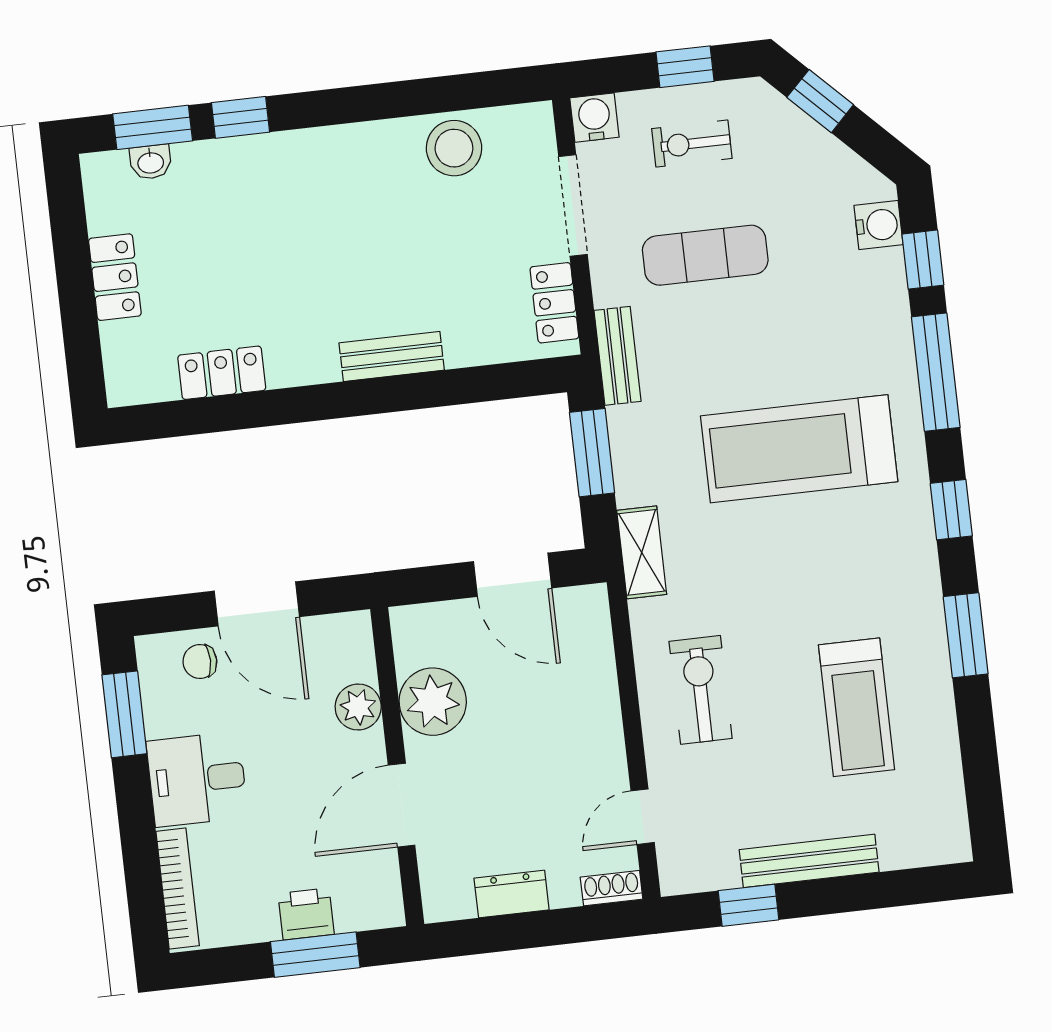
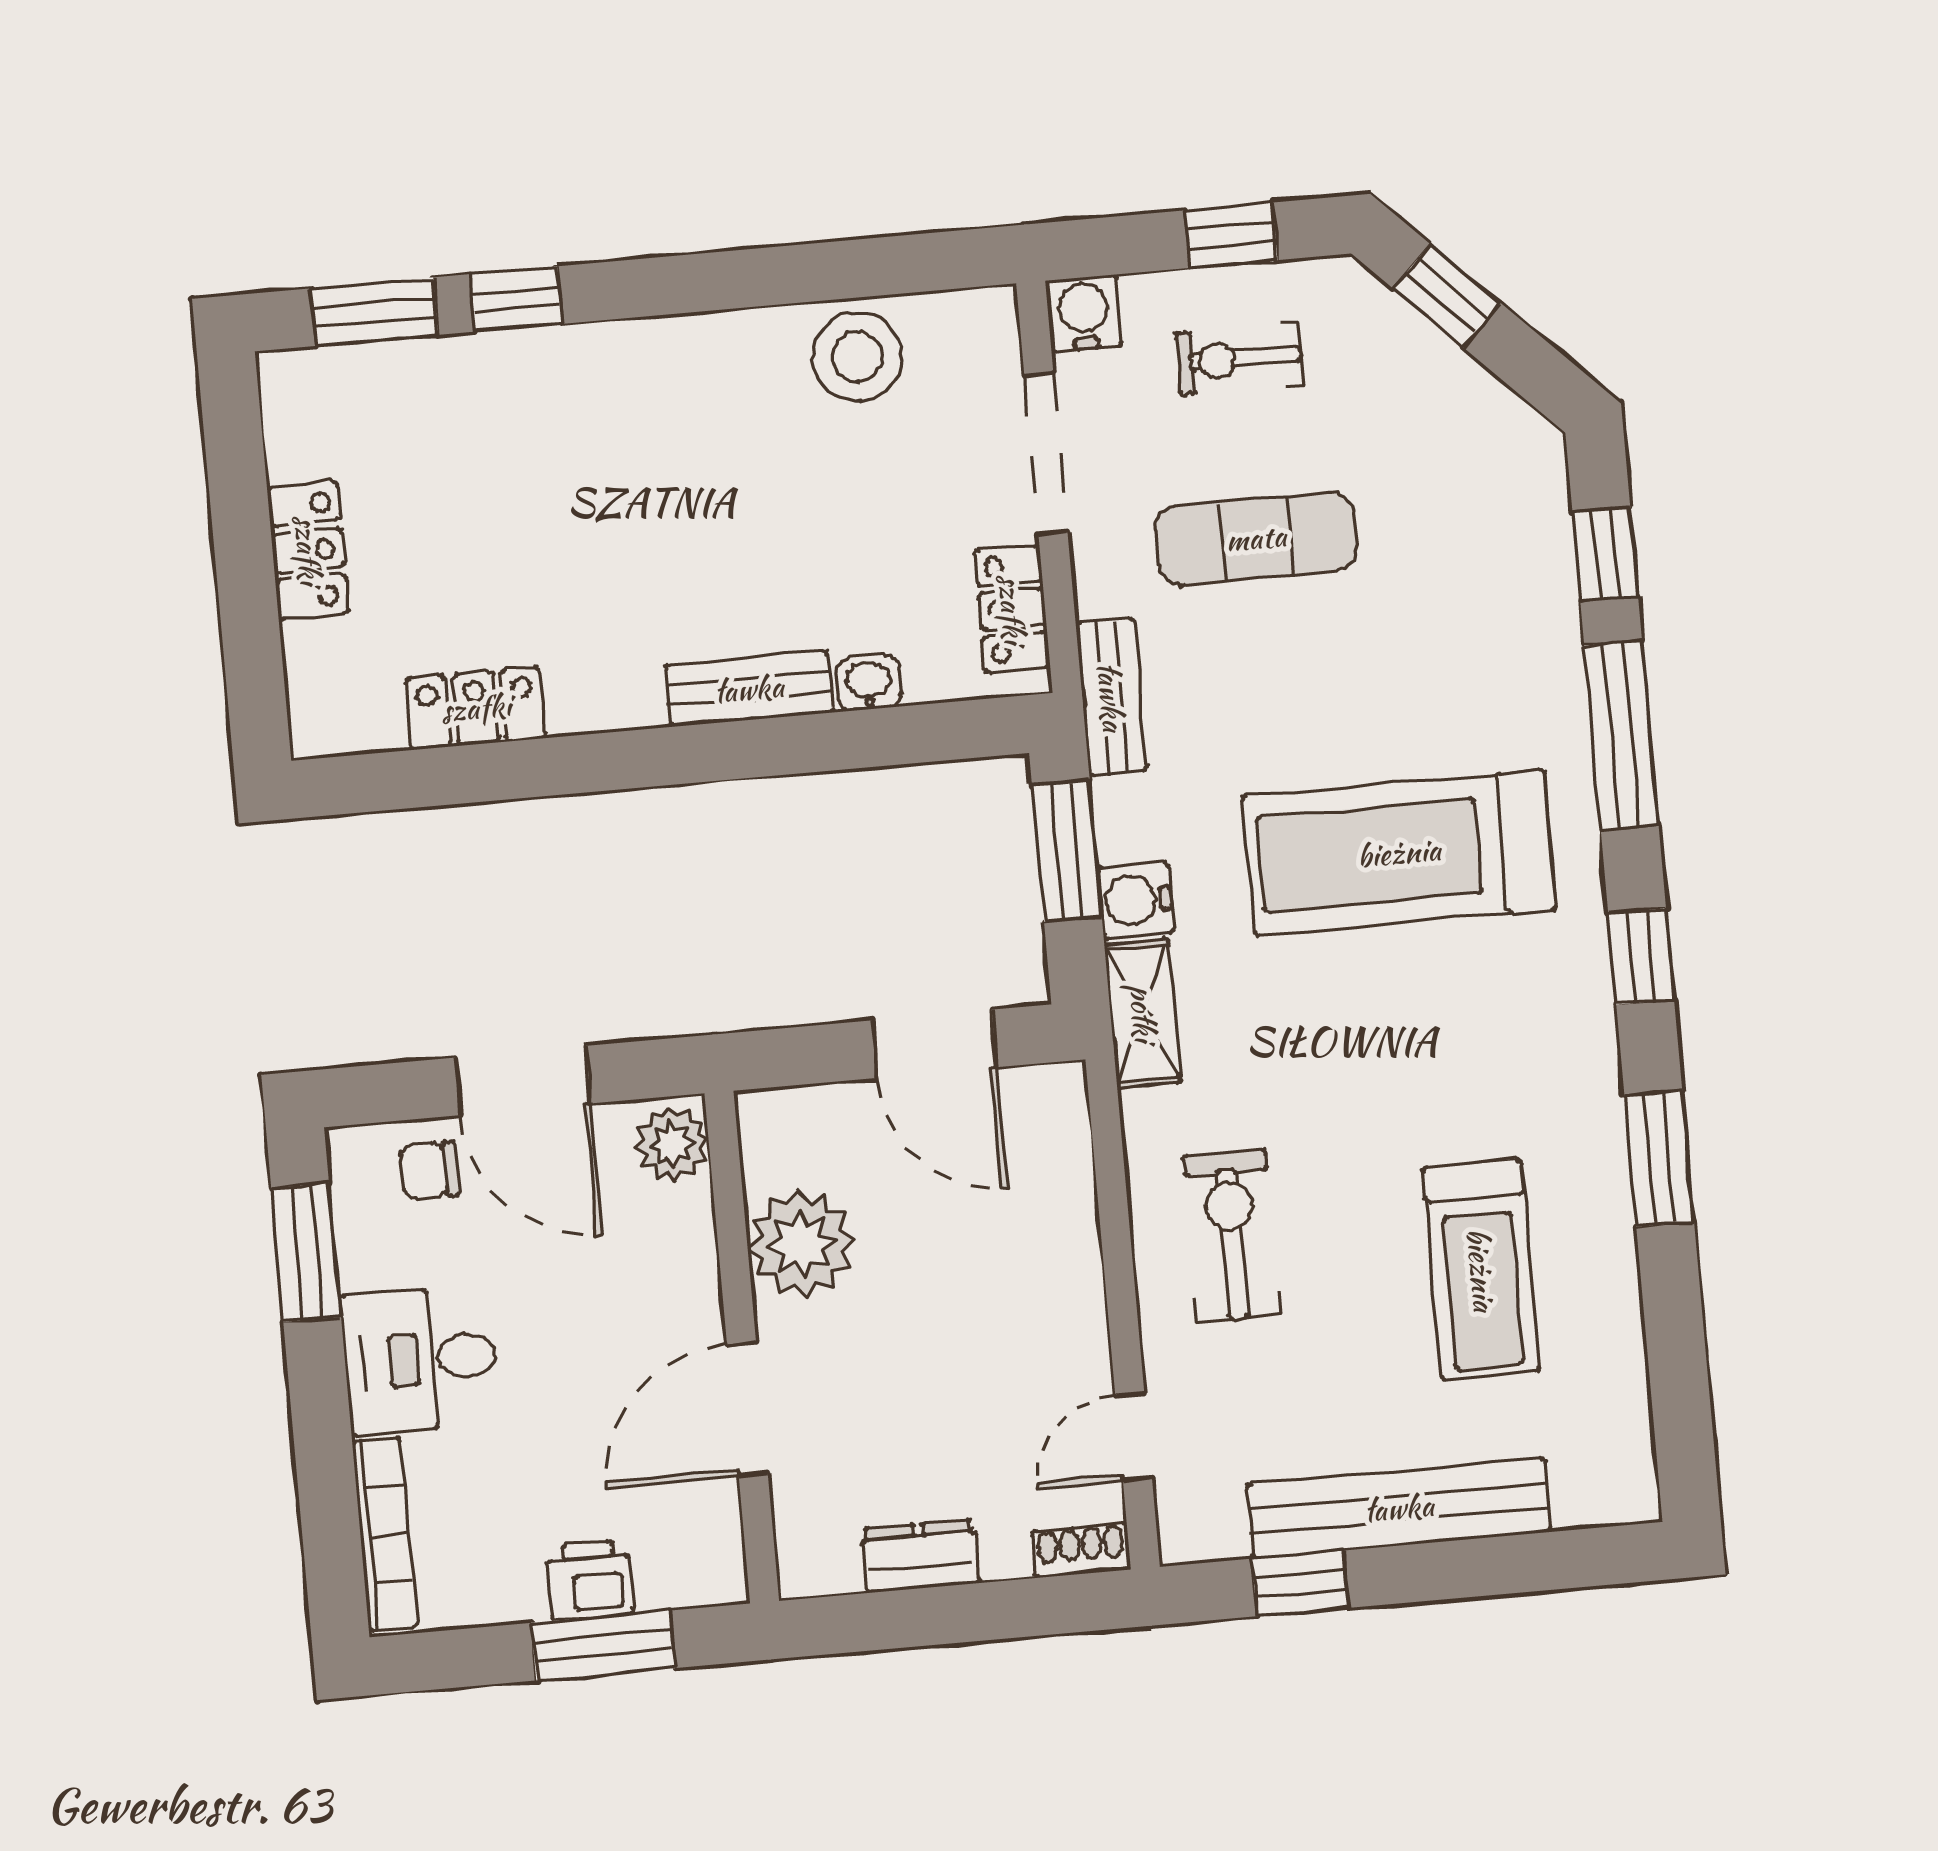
washbasin: (151, 162) -> (868, 683), moved, turned 180
water cooler: (878, 225) -> (1136, 900), moved, turned 180
plant: (358, 707) -> (672, 1144), moved
bench: (809, 861) -> (1399, 1508), width x1.37, depth x1.21

